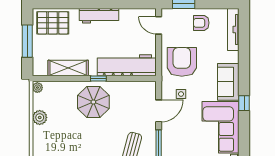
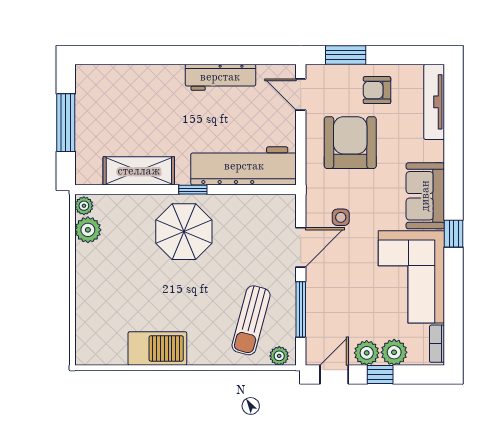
workbench: (99, 16) -> (220, 77), moved
pallet: (53, 23) -> (111, 90), removed
armchair: (182, 62) -> (350, 143), moved
plant: (40, 117) -> (88, 230), moved

